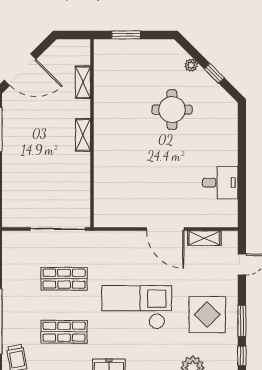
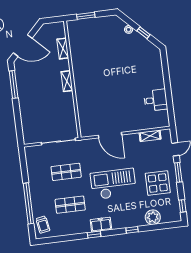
round table: (172, 110) -> (120, 59), removed
door: (165, 229) -> (110, 135), moved
window: (242, 321) -> (178, 172), moved

